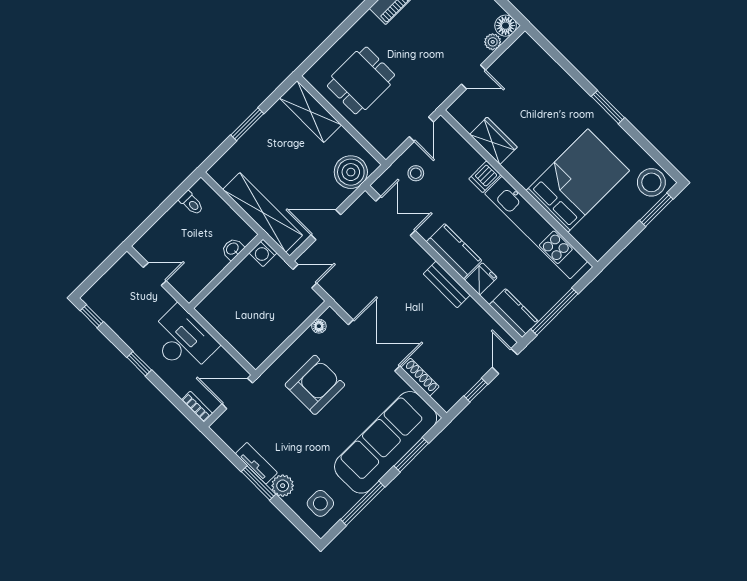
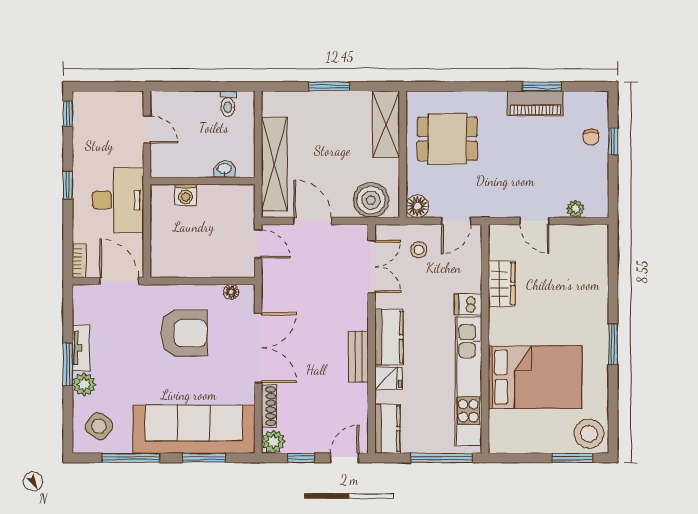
floor lamp: (506, 26) -> (417, 206), moved
washing machine: (263, 253) -> (186, 195), moved, turned -90
window: (554, 312) -> (442, 458), moved
plant: (447, 398) -> (273, 442), added
side table: (320, 503) -> (99, 426), turned 36

